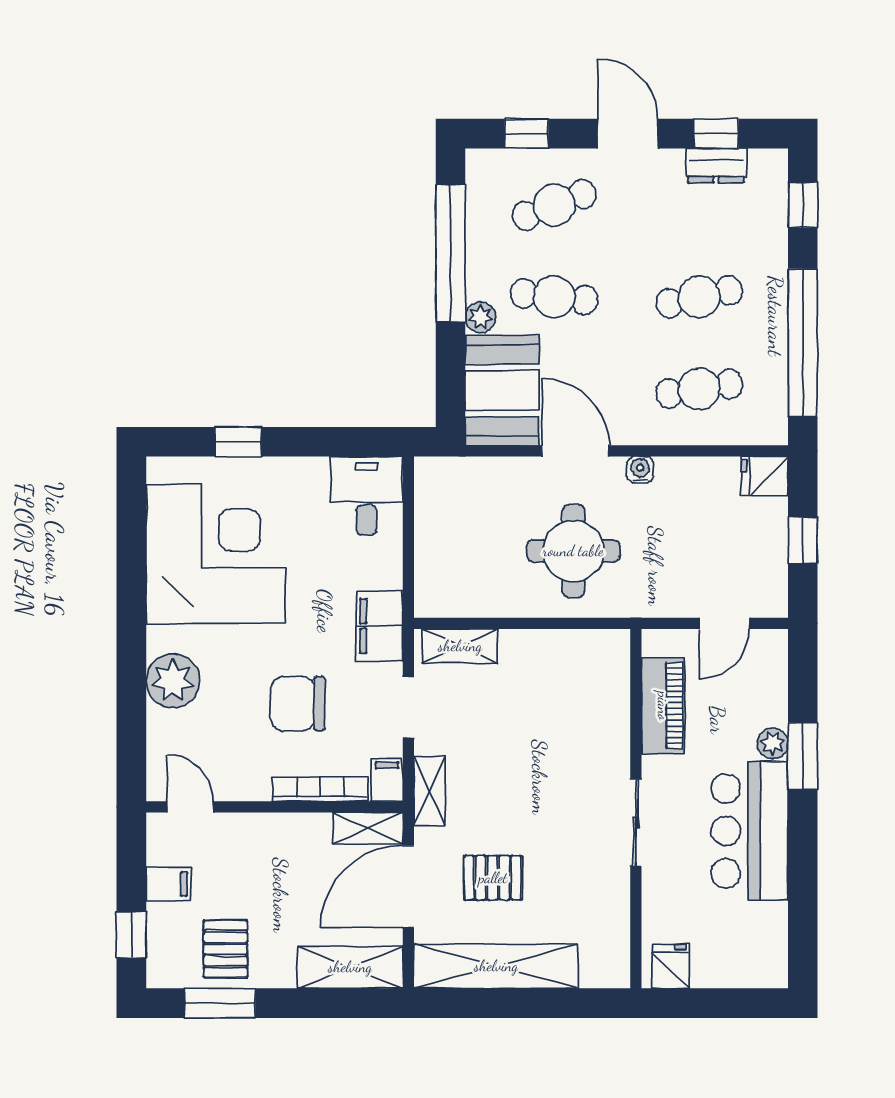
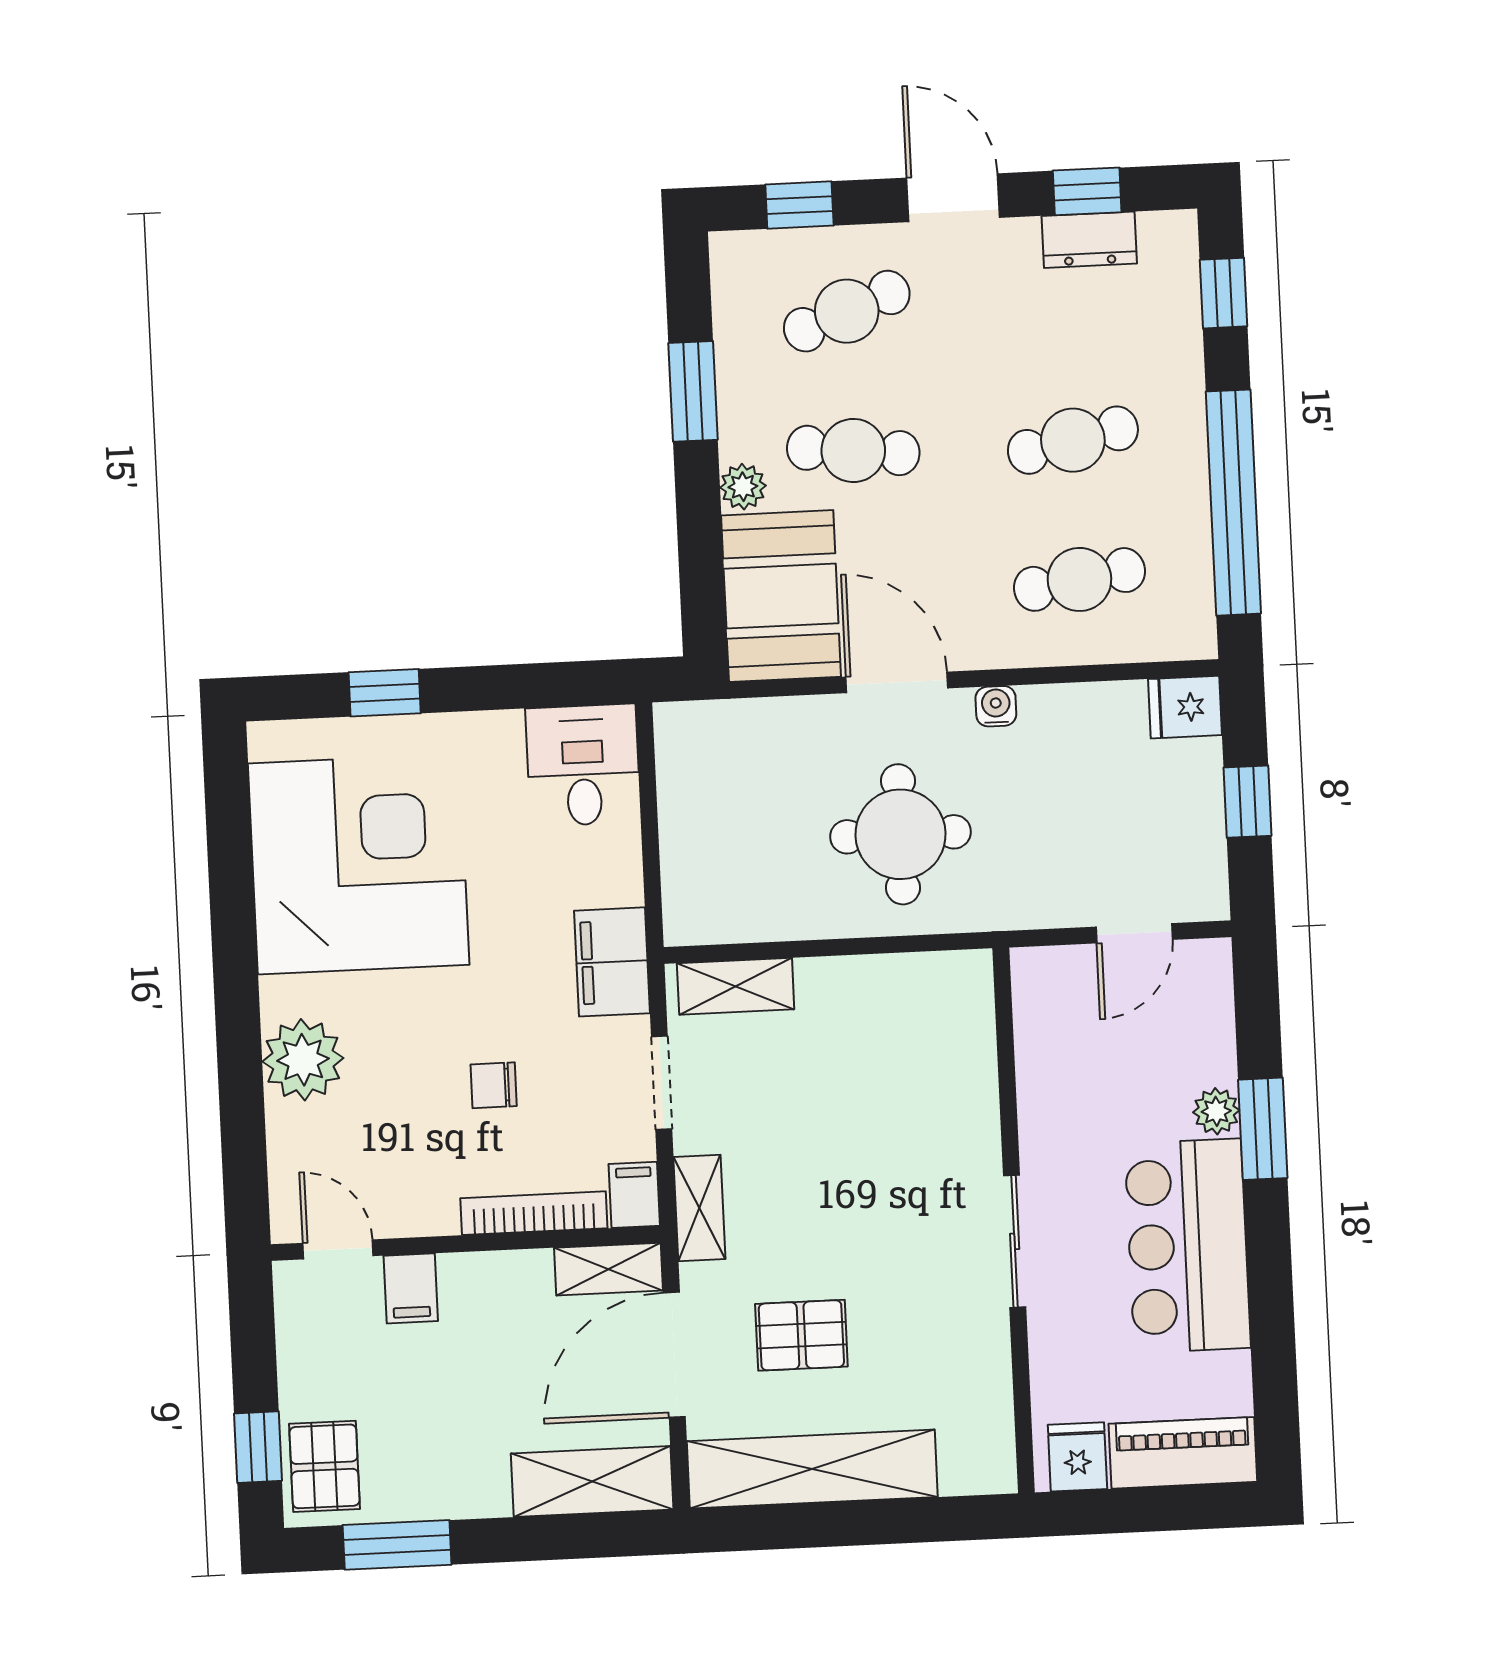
window: (451, 253) -> (693, 391), width x0.47
chair: (298, 704) -> (494, 1085), width x0.54, depth x0.54
piano: (663, 706) -> (1183, 1453), moved, turned -90
filing cabinet: (168, 884) -> (411, 1288), moved, turned 90
pallet: (225, 949) -> (324, 1466), moved

